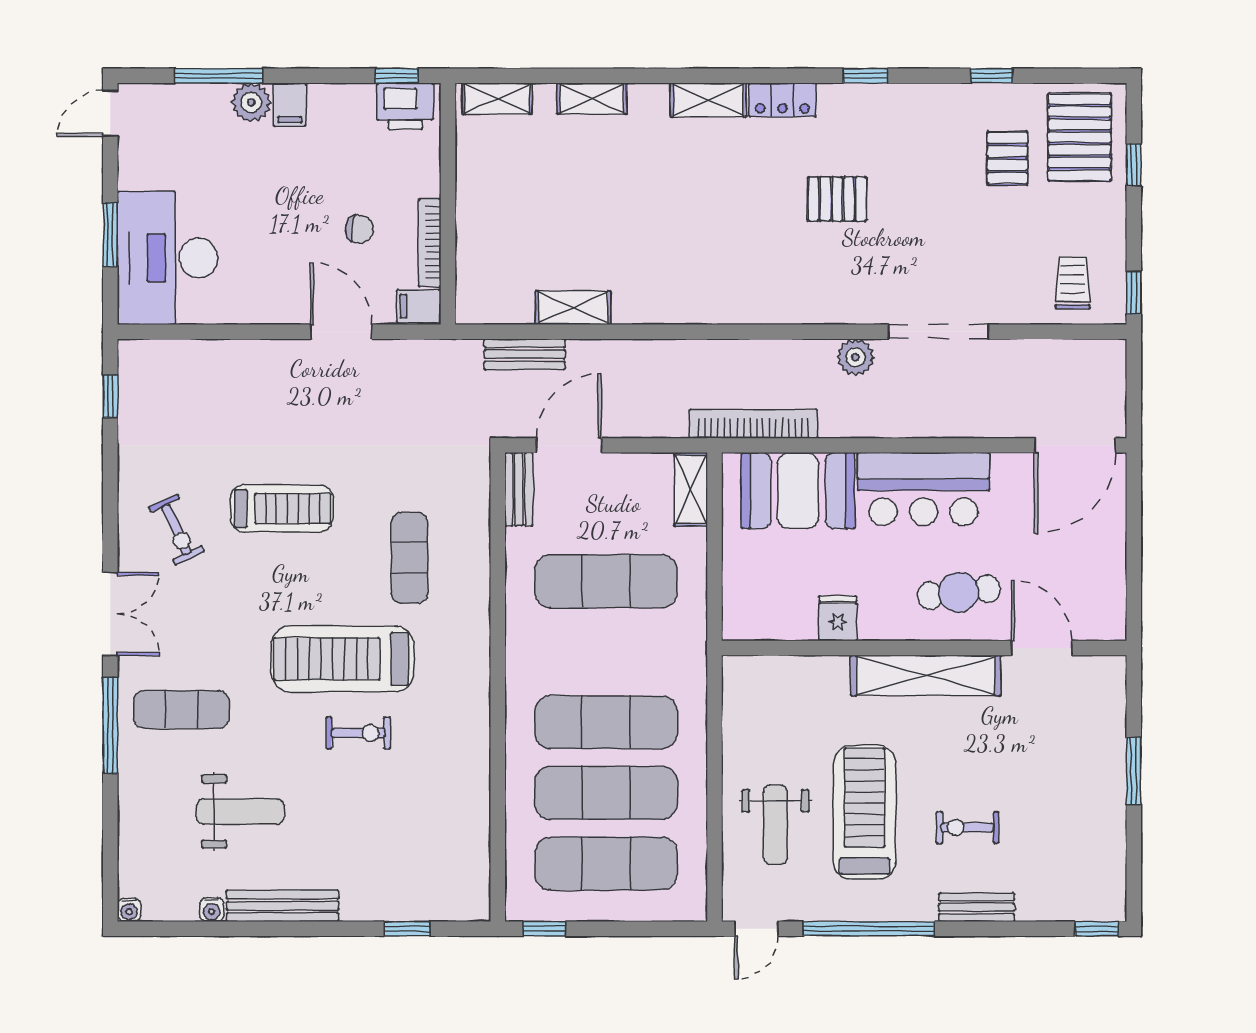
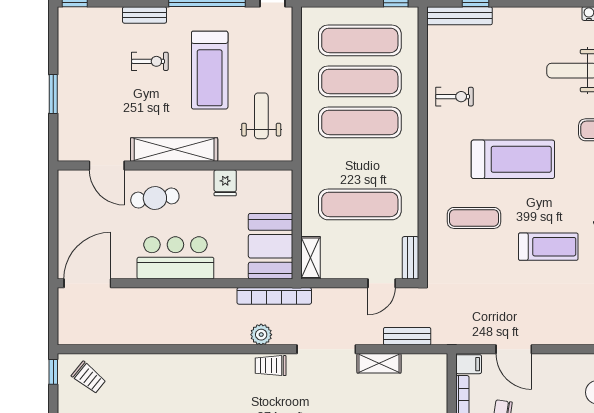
trolley: (1073, 283) -> (89, 378), turned -51
trolley: (760, 304) -> (271, 366), added
doorway: (938, 332) -> (326, 349), moved
plant: (855, 357) -> (261, 335), moved
door: (569, 445) -> (382, 283), width x0.73
booth: (798, 491) -> (271, 246), moved, turned 90
treadmill: (282, 508) -> (548, 247), turned 180
exercise mat: (410, 558) -> (474, 218), turned 90
exercise bike: (358, 733) -> (454, 97), moved, turned 180
weight bench: (775, 825) -> (261, 116), moved
bench: (283, 906) -> (460, 16), moved

